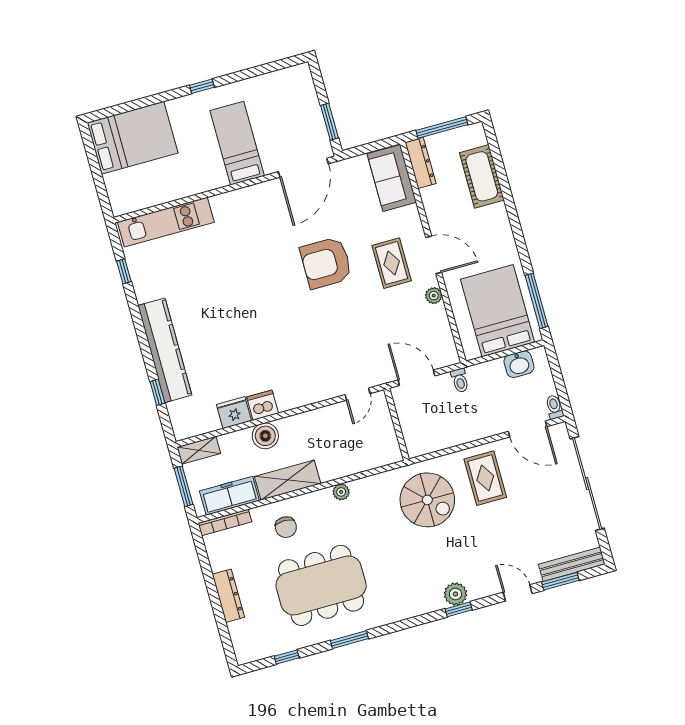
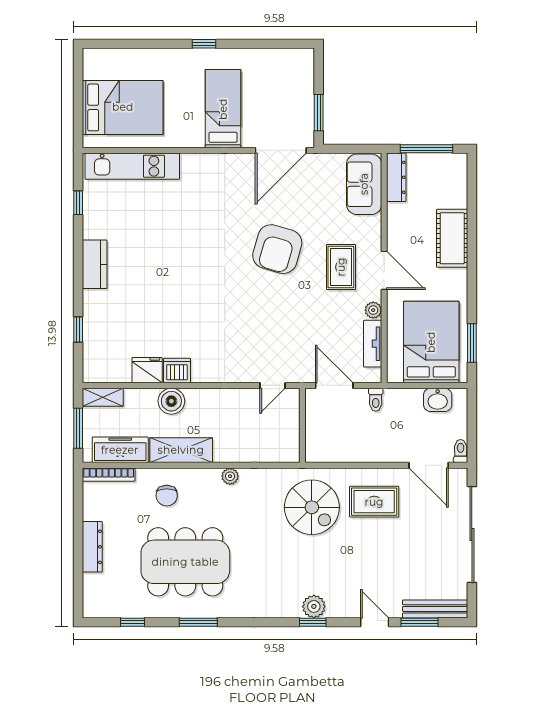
bed: (132, 138) -> (123, 107), moved
cot: (482, 176) -> (452, 238), moved
armchair: (326, 263) -> (277, 249), turned -74
window: (537, 301) -> (472, 343), width x0.69
tv unit: (442, 328) -> (373, 344), added
kitchen counter: (165, 350) -> (95, 264), width x0.48, depth x0.86
rug: (485, 478) -> (374, 502), turned 90

